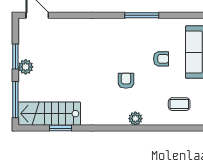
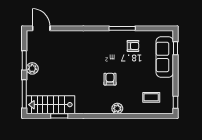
armchair: (161, 59) -> (133, 46), moved

